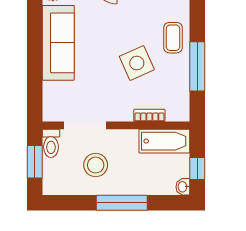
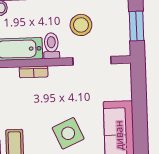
side table: (137, 63) -> (68, 133), moved
toilet: (51, 143) -> (51, 46), moved

